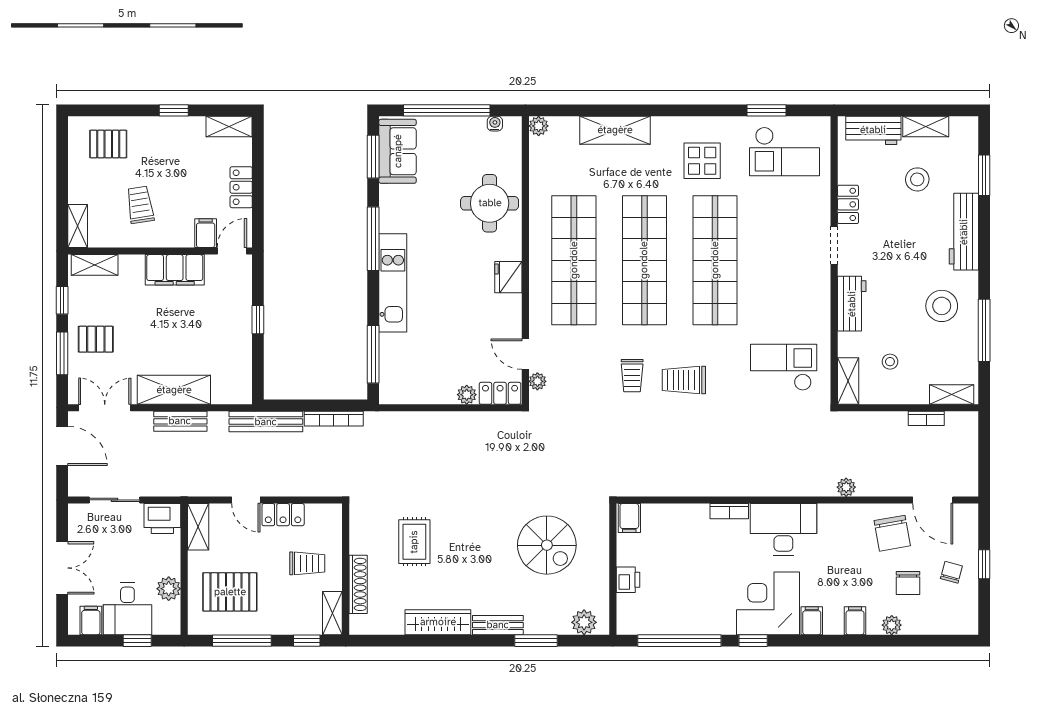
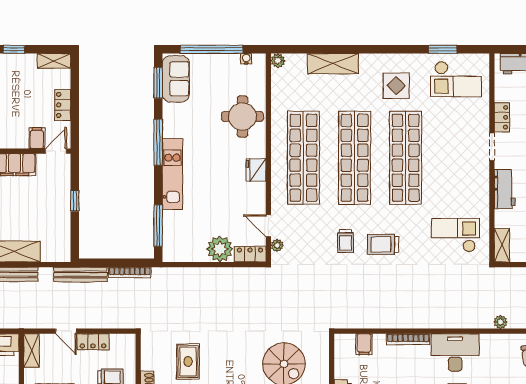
plant: (467, 395) -> (220, 249), width x1.88, depth x1.88
bookcase: (729, 511) -> (408, 339), width x1.56
filing cabinet: (629, 518) -> (364, 344), moved

